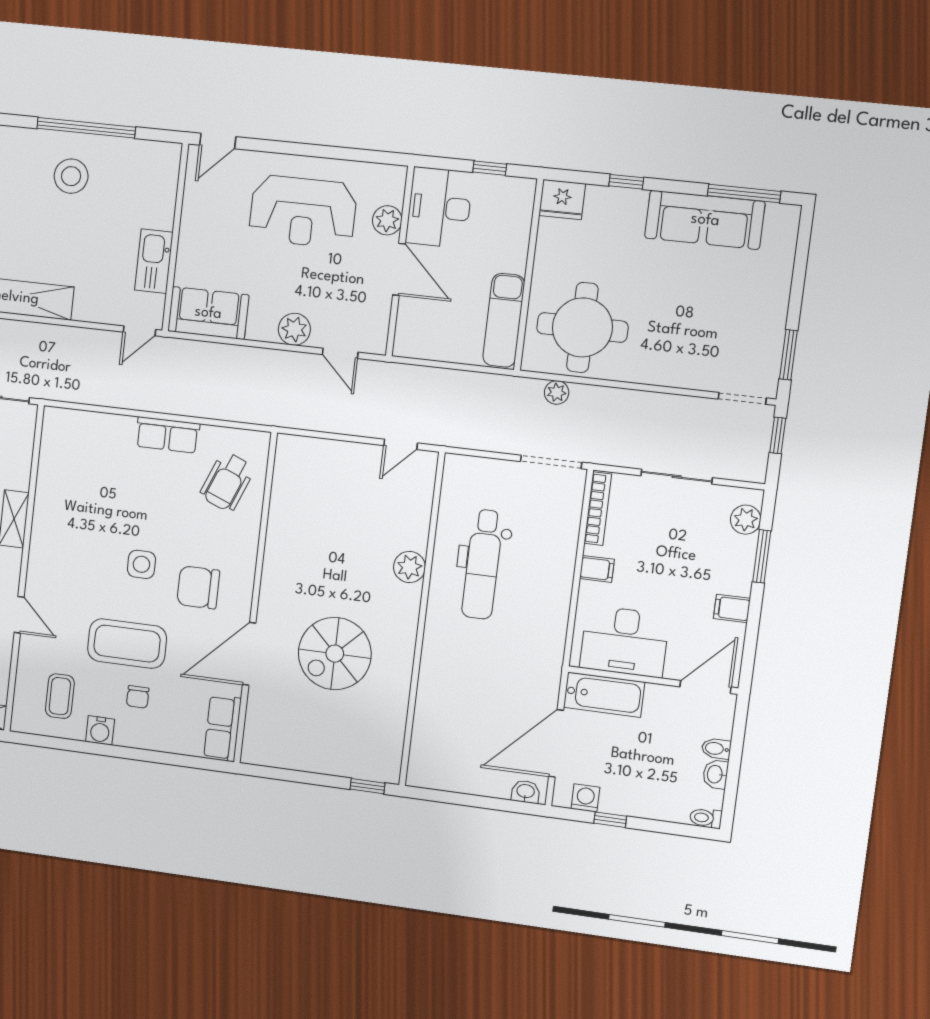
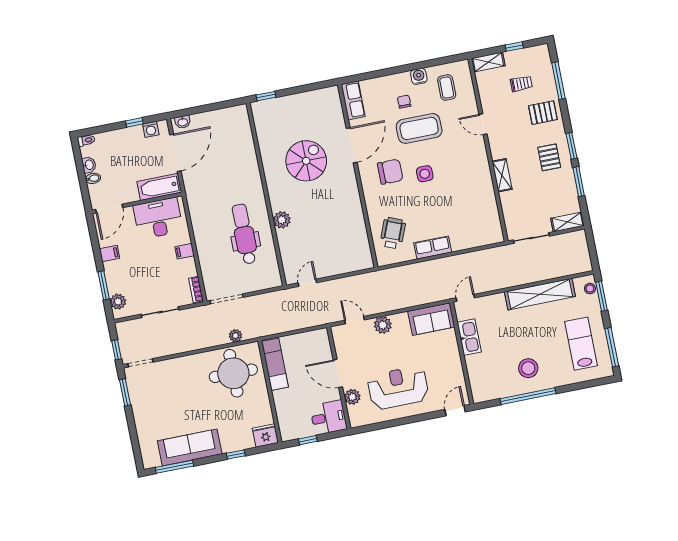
desk: (439, 208) -> (328, 417), width x0.73
bookcase: (598, 509) -> (196, 289), width x0.64

